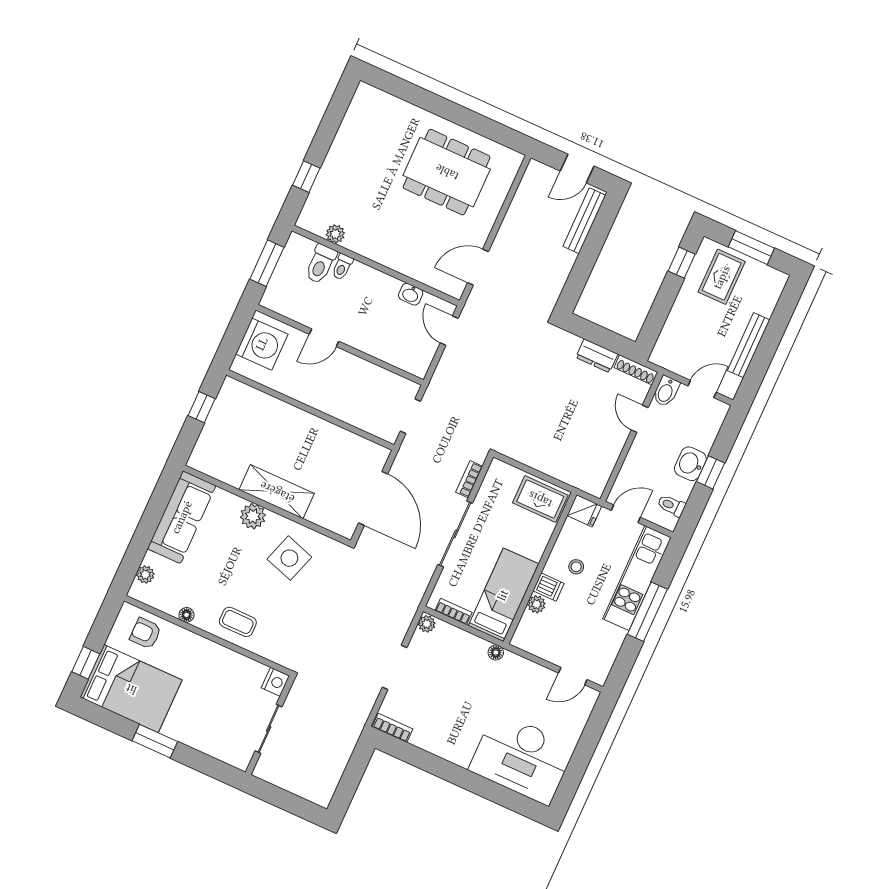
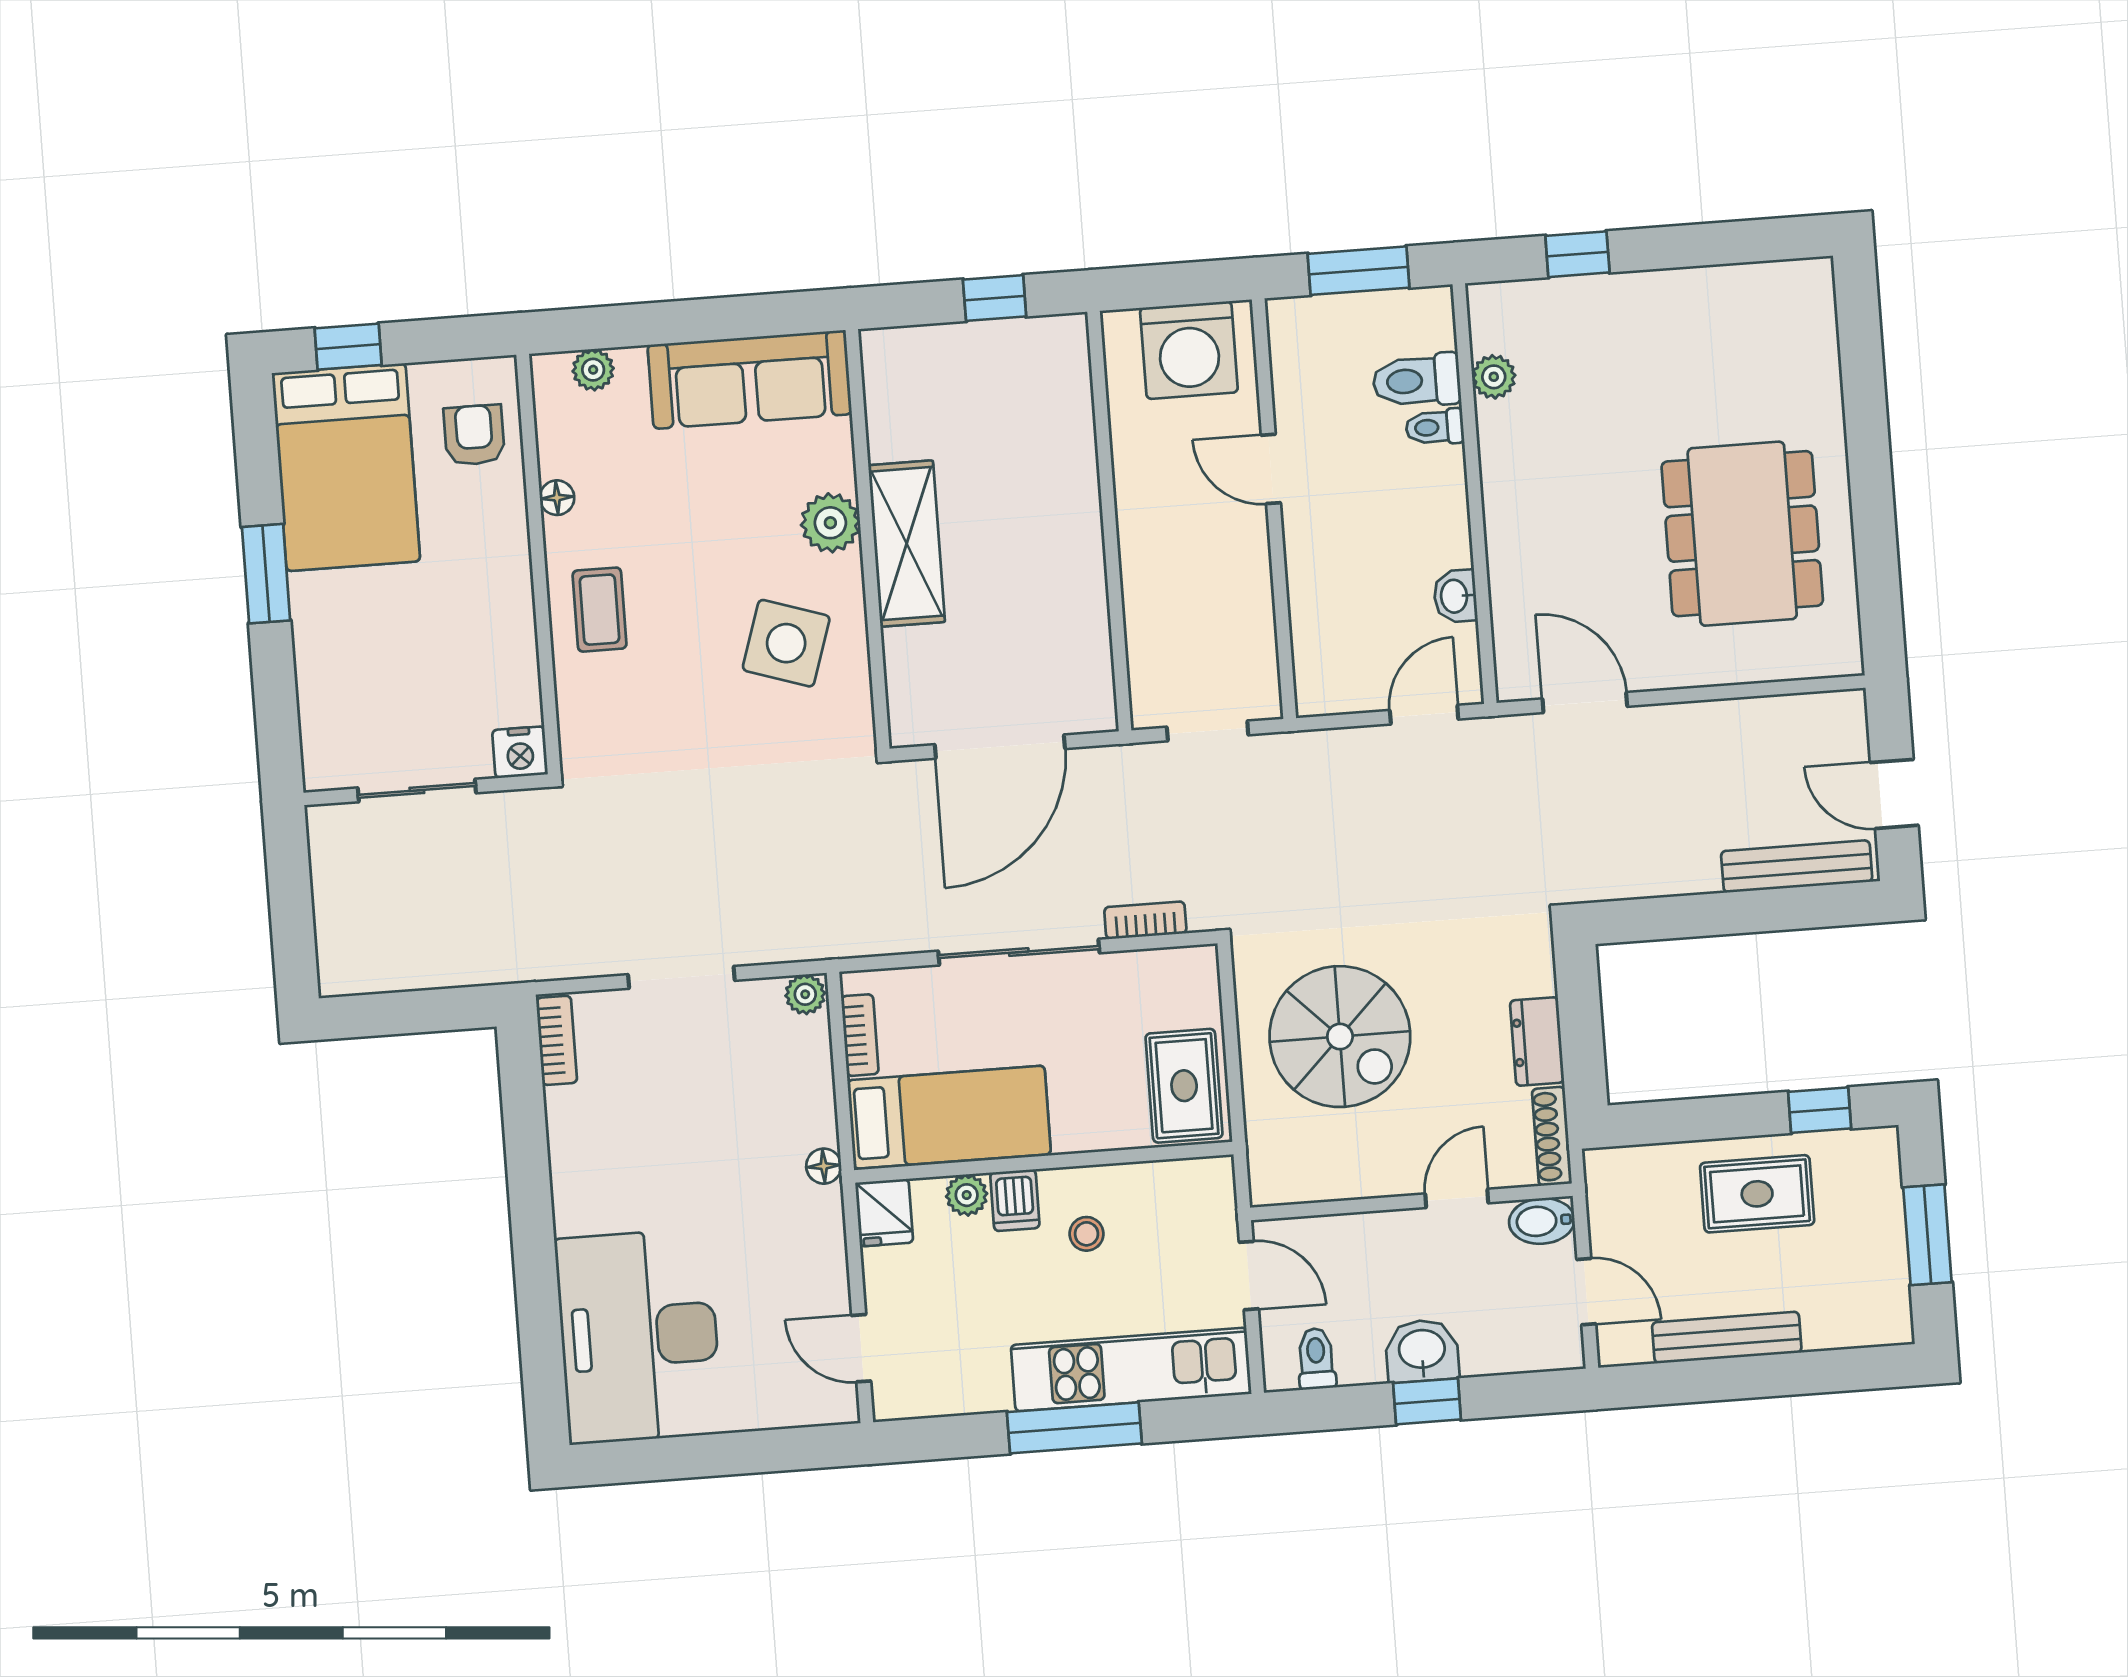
rug: (722, 277) -> (1757, 1194), moved
spiral stairs: (554, 430) -> (1340, 1037), added
fridge: (584, 511) -> (884, 1213), moved

